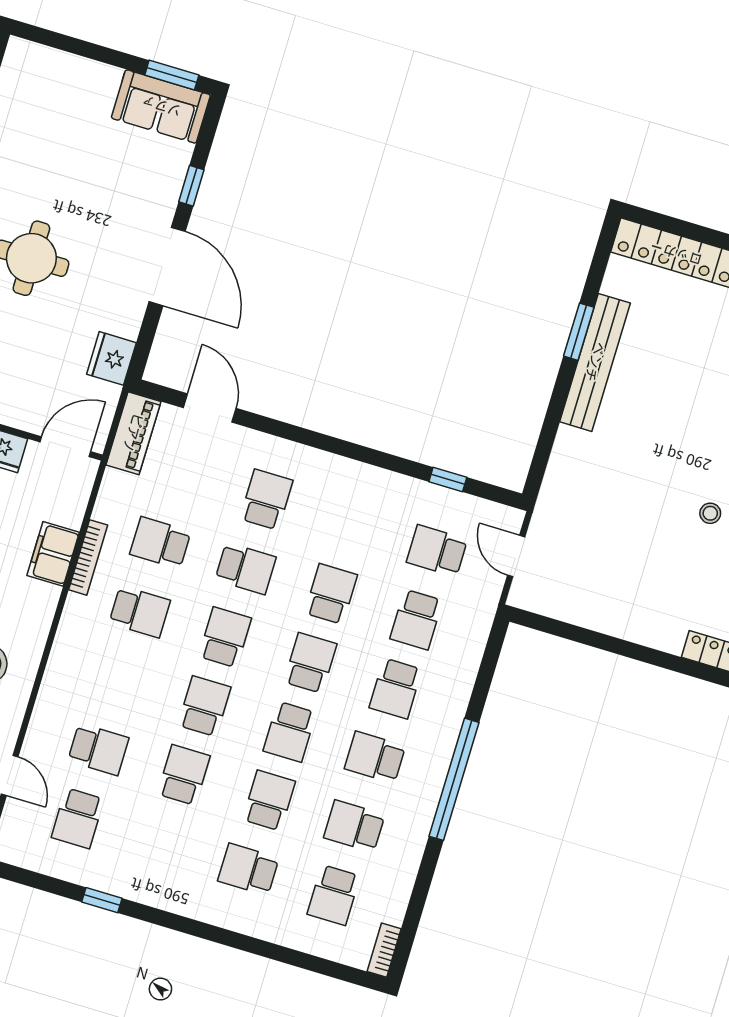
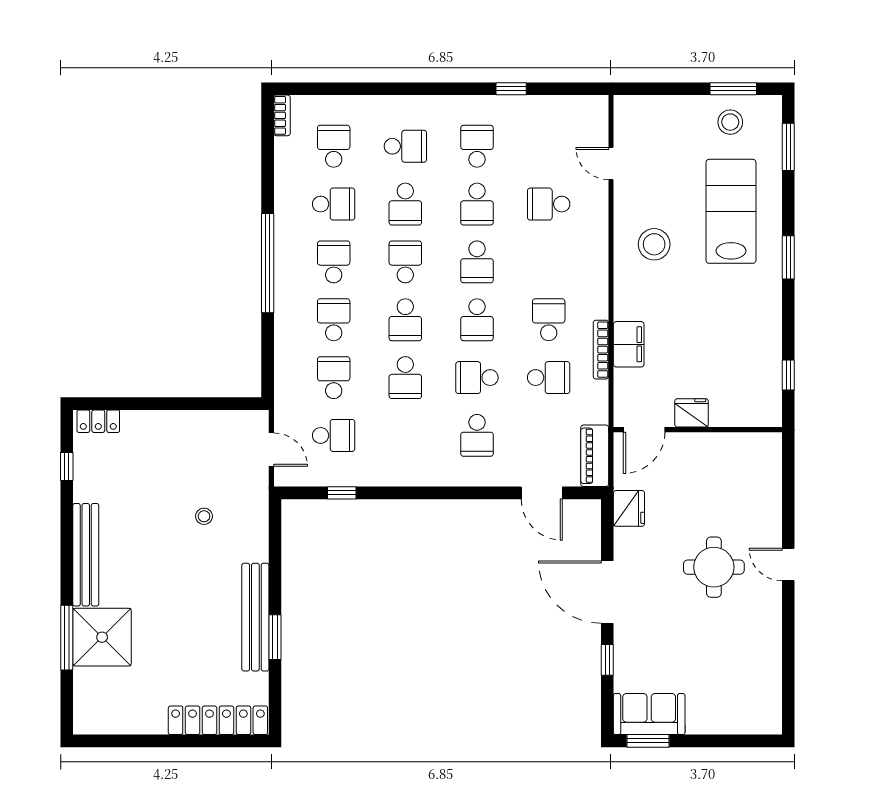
stool: (710, 513) -> (204, 516), moved
school desk: (140, 612) -> (549, 320), turned 90
school desk: (375, 757) -> (334, 262), turned -90
school desk: (78, 818) -> (477, 146), moved

